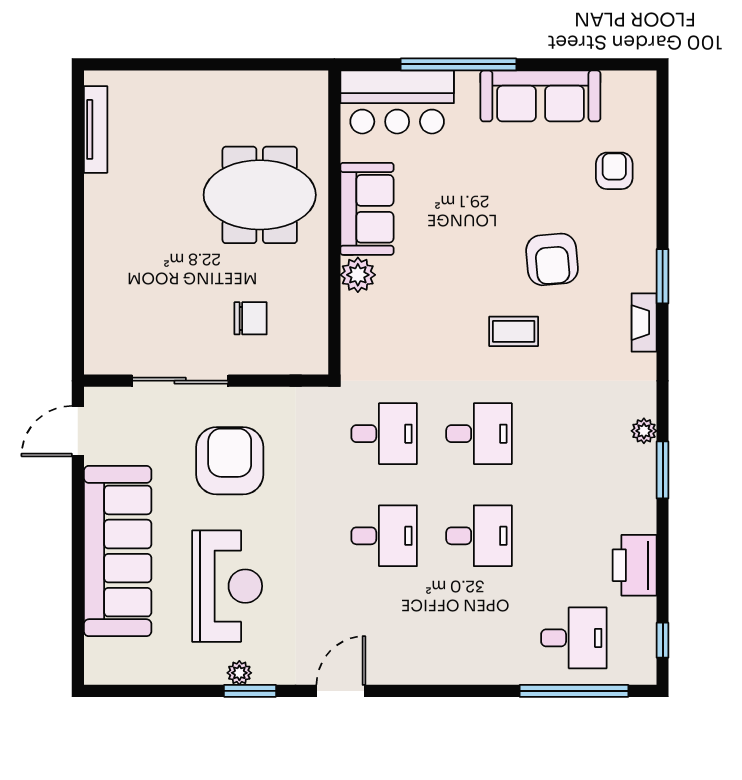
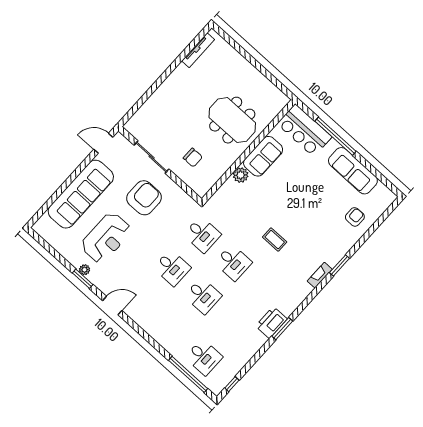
armchair: (552, 259) -> (308, 227), removed
plant: (644, 431) -> (288, 310), removed
printer: (635, 565) -> (271, 322), moved

